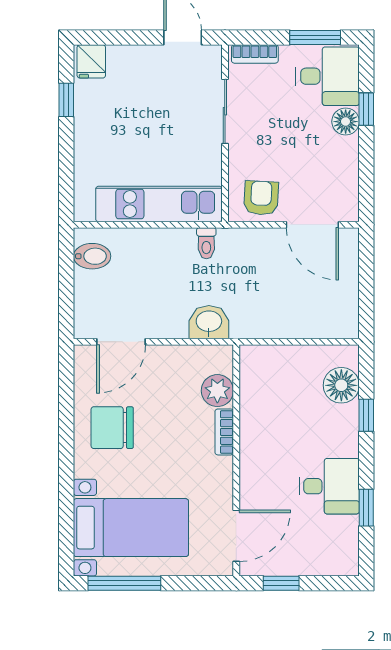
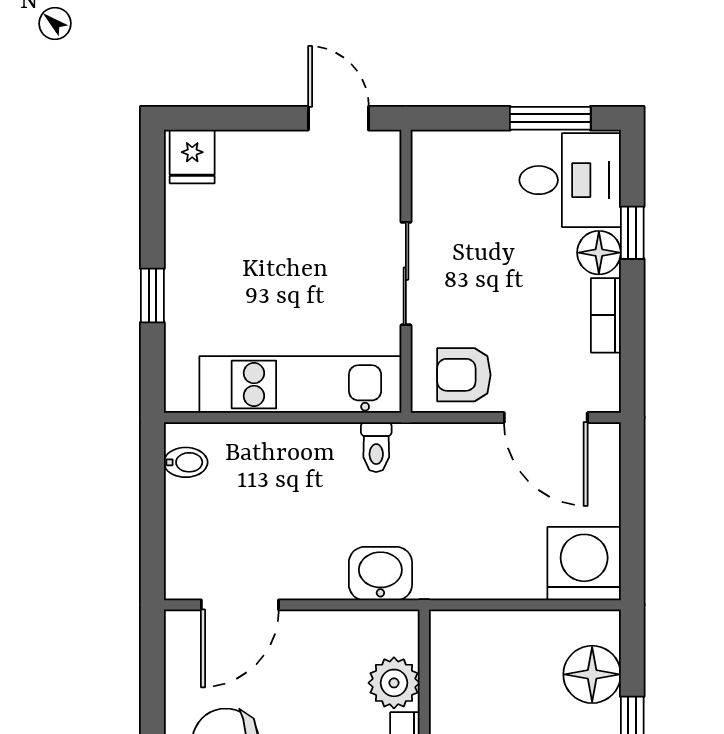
bookcase: (255, 54) -> (606, 315), moved, turned 90
window: (66, 100) -> (152, 296), moved
sliding door: (225, 111) -> (406, 274), moved
armchair: (261, 198) -> (464, 375), turned -93
bidet: (92, 256) -> (186, 462), width x0.72, depth x0.74
washing machine: (336, 316) -> (584, 564), added

